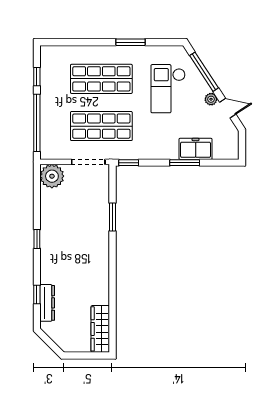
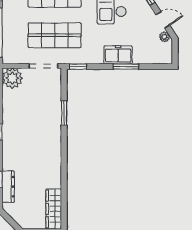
plant: (211, 99) -> (164, 37), moved
freezer: (196, 149) -> (118, 55), moved

